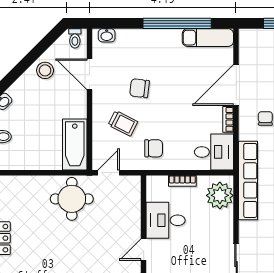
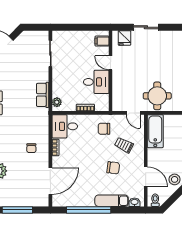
exam couch: (208, 38) -> (112, 201), moved
door: (236, 85) -> (50, 181), moved
door: (109, 173) -> (133, 113), hinge flipped
row of seats: (248, 180) -> (43, 95), width x0.50
plant: (220, 195) -> (57, 102), width x0.53, depth x0.53
door: (144, 250) -> (111, 63), swing flipped

